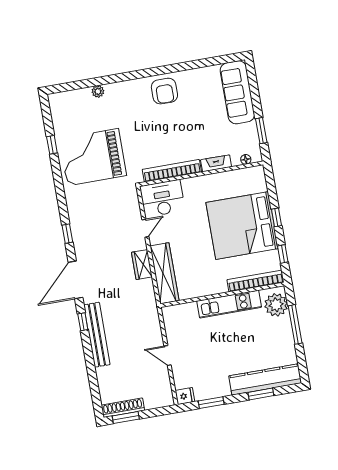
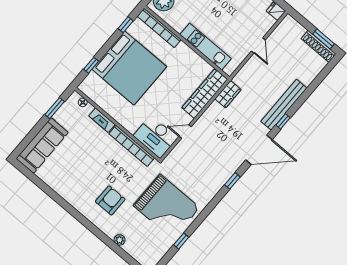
armchair: (164, 91) -> (110, 200), moved
window: (276, 217) -> (91, 65), moved
wardrobe: (142, 265) -> (228, 94), moved
kitchen unit: (229, 304) -> (206, 47), moved

